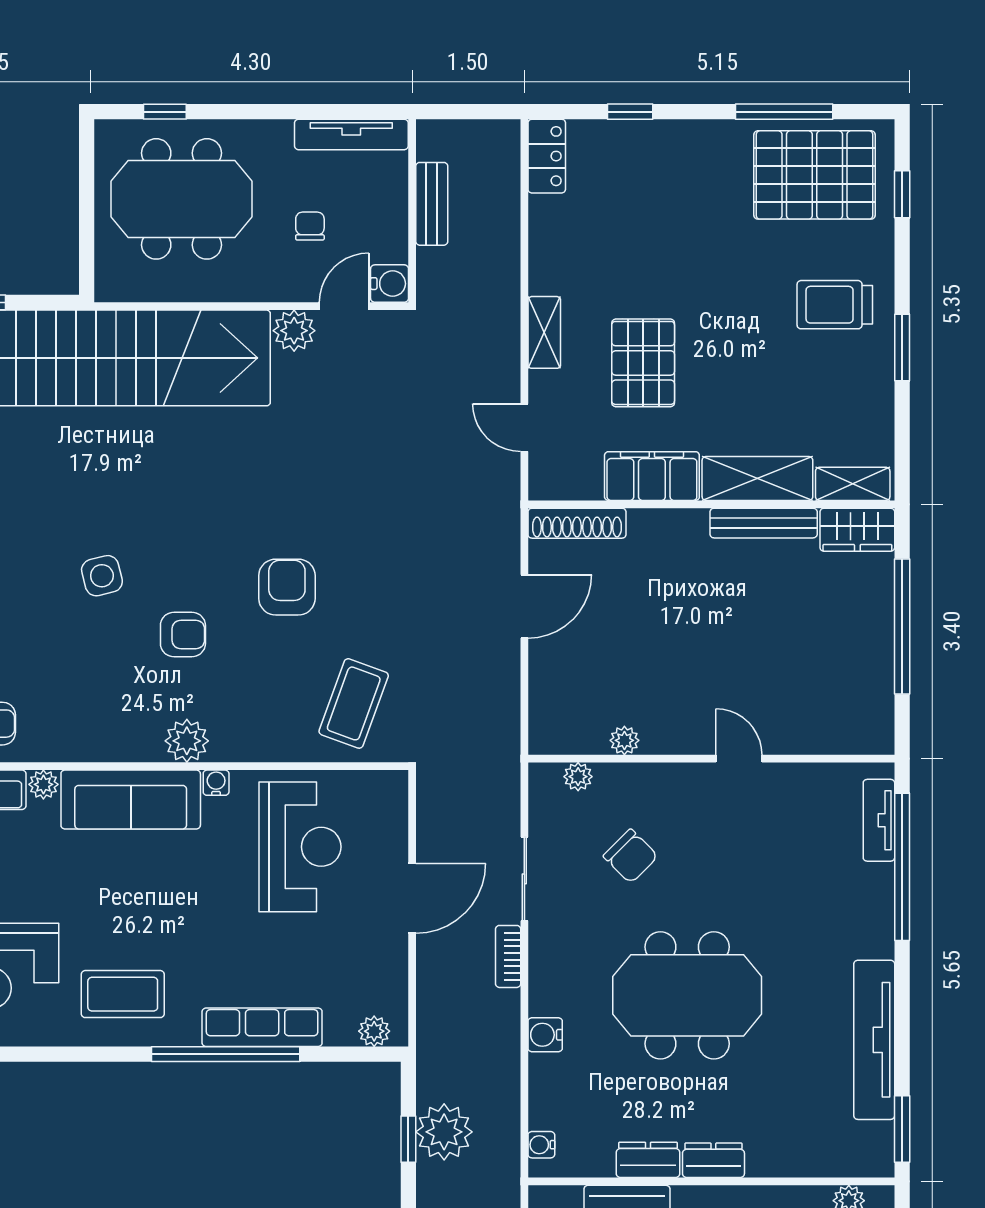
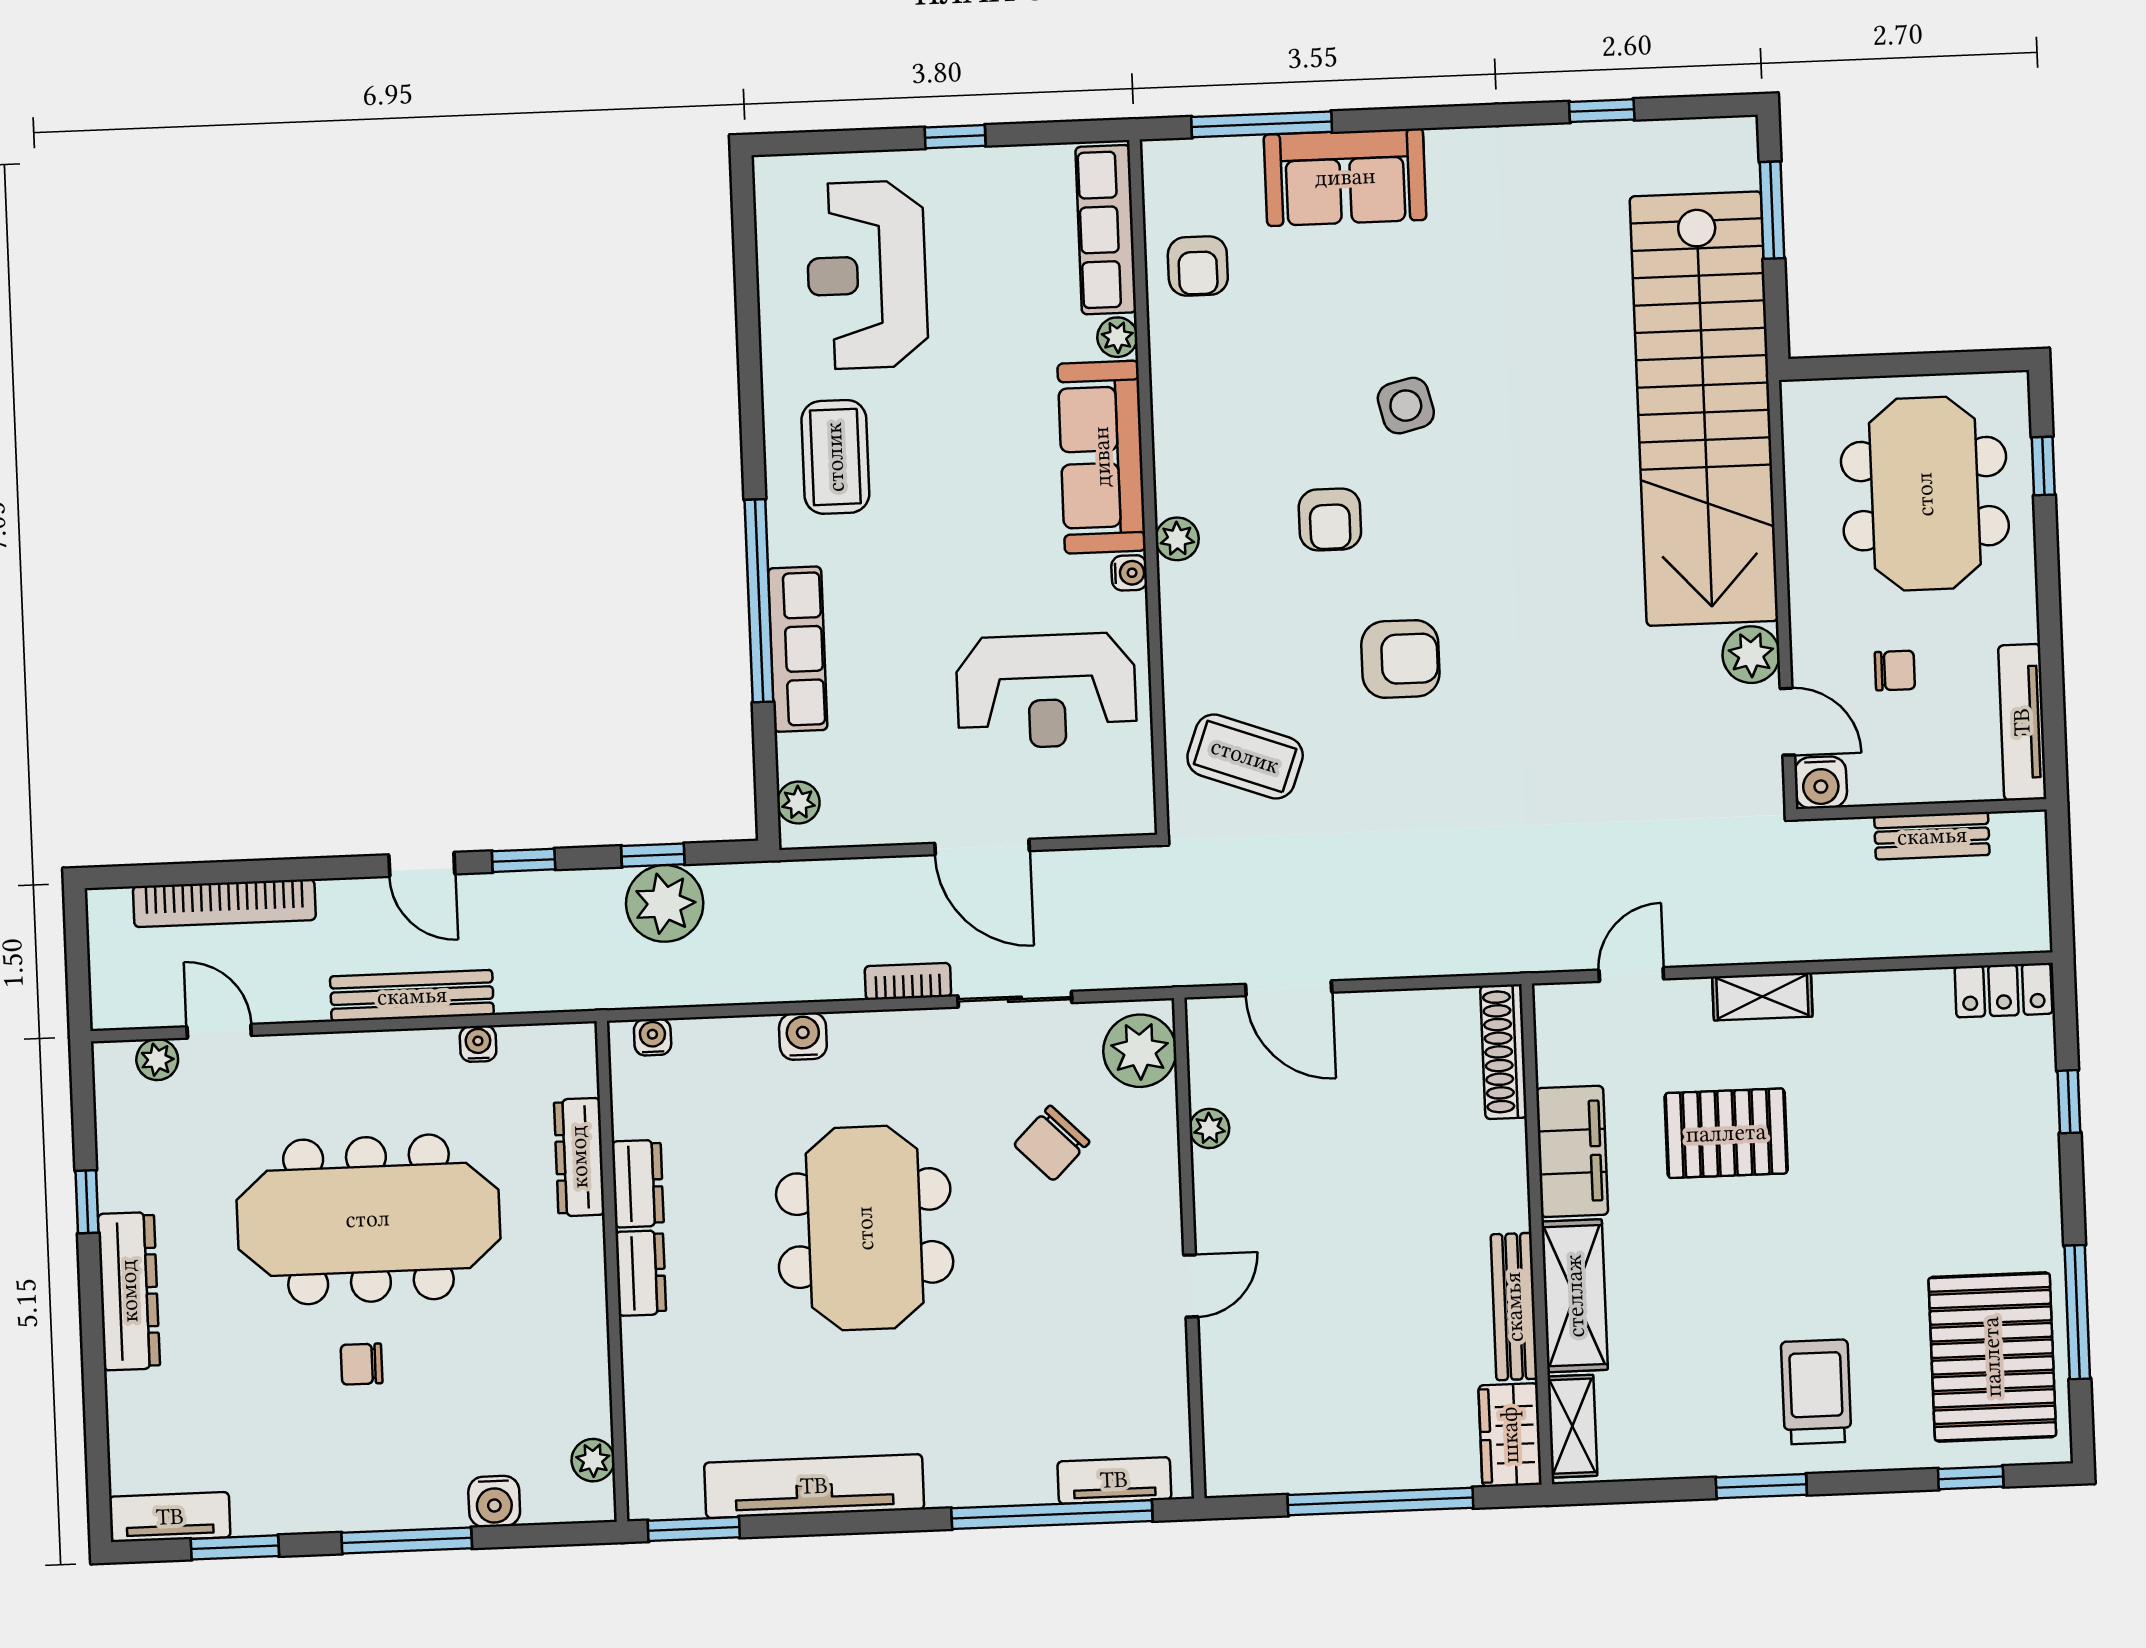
door: (524, 606) -> (1289, 988), moved
plant: (187, 741) -> (1177, 539), width x0.73, depth x0.73
plant: (578, 777) -> (1140, 1051), width x1.88, depth x1.88

